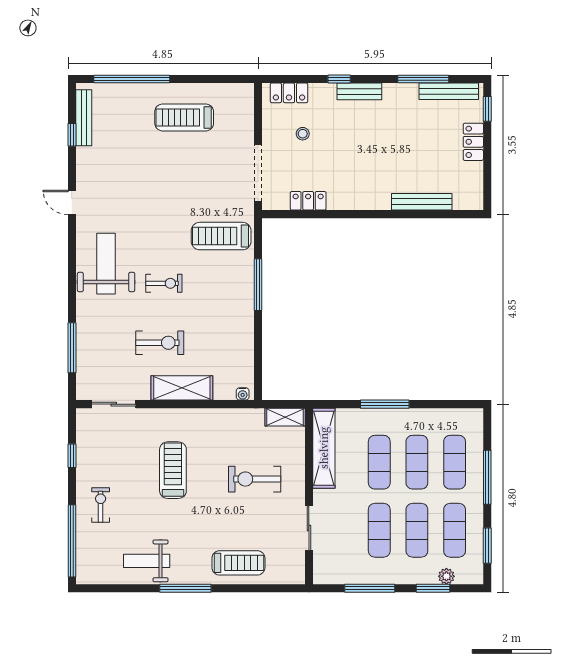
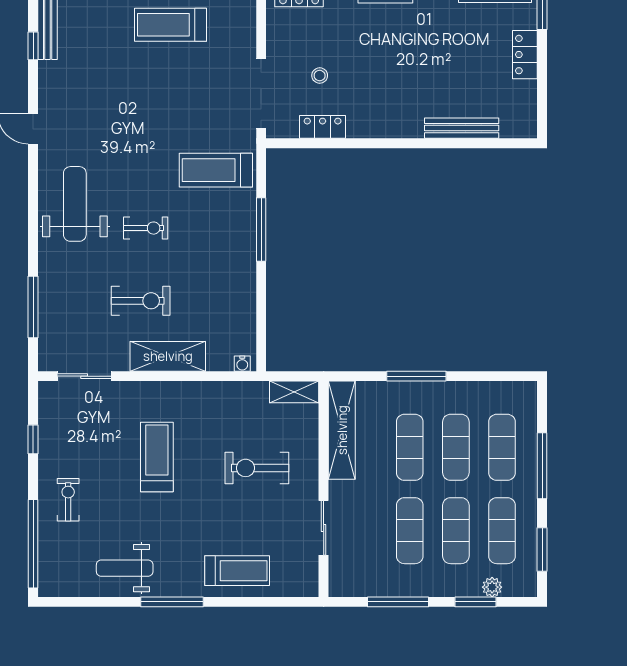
stool: (303, 134) -> (320, 76), moved

